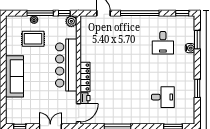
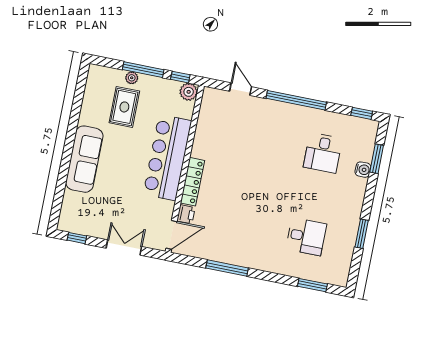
rug: (33, 39) -> (124, 107), turned 90

